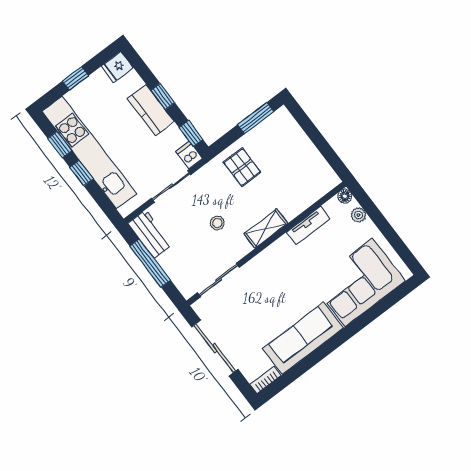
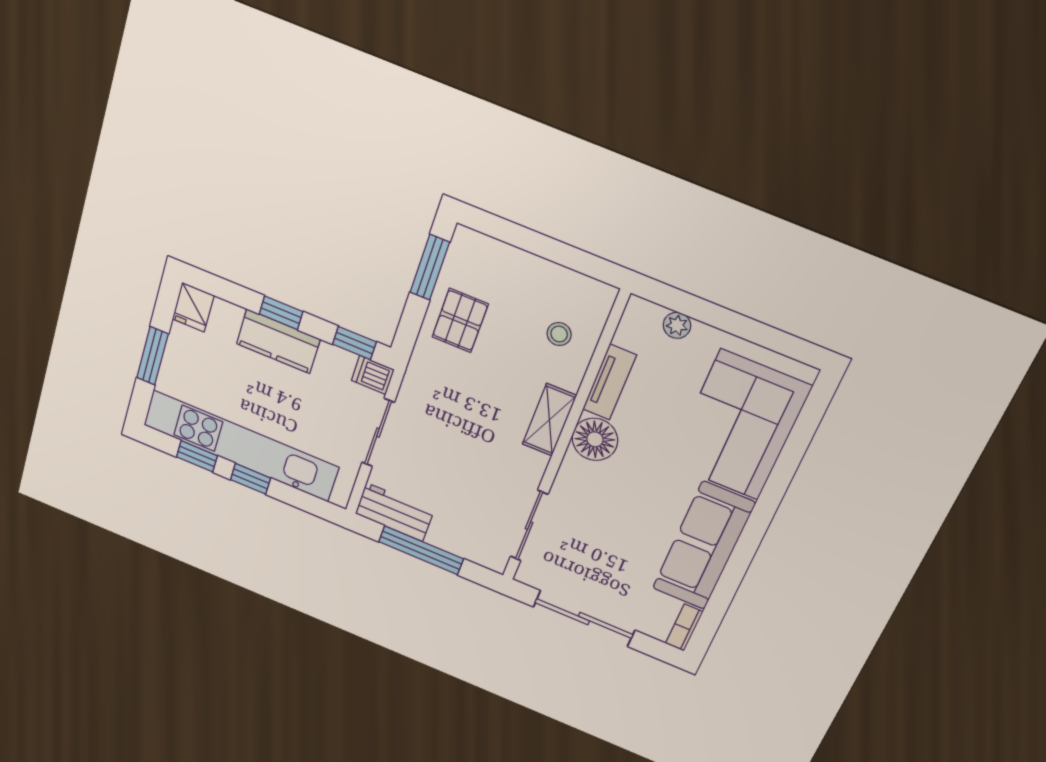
window: (75, 78) -> (152, 356), width x1.50
pallet: (242, 167) -> (460, 320), moved, turned 90
floor lamp: (345, 196) -> (595, 439), moved, width x1.89, depth x1.89
stool: (217, 223) -> (559, 334), moved

